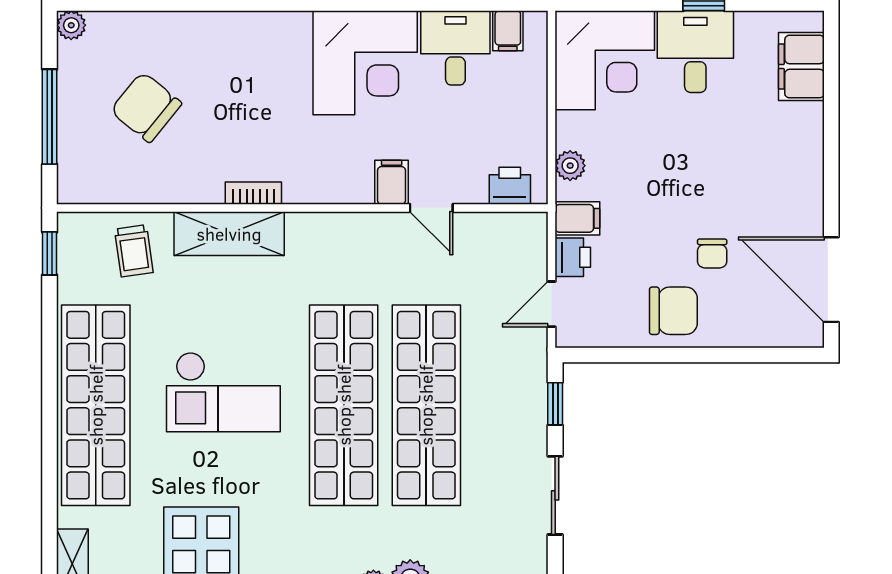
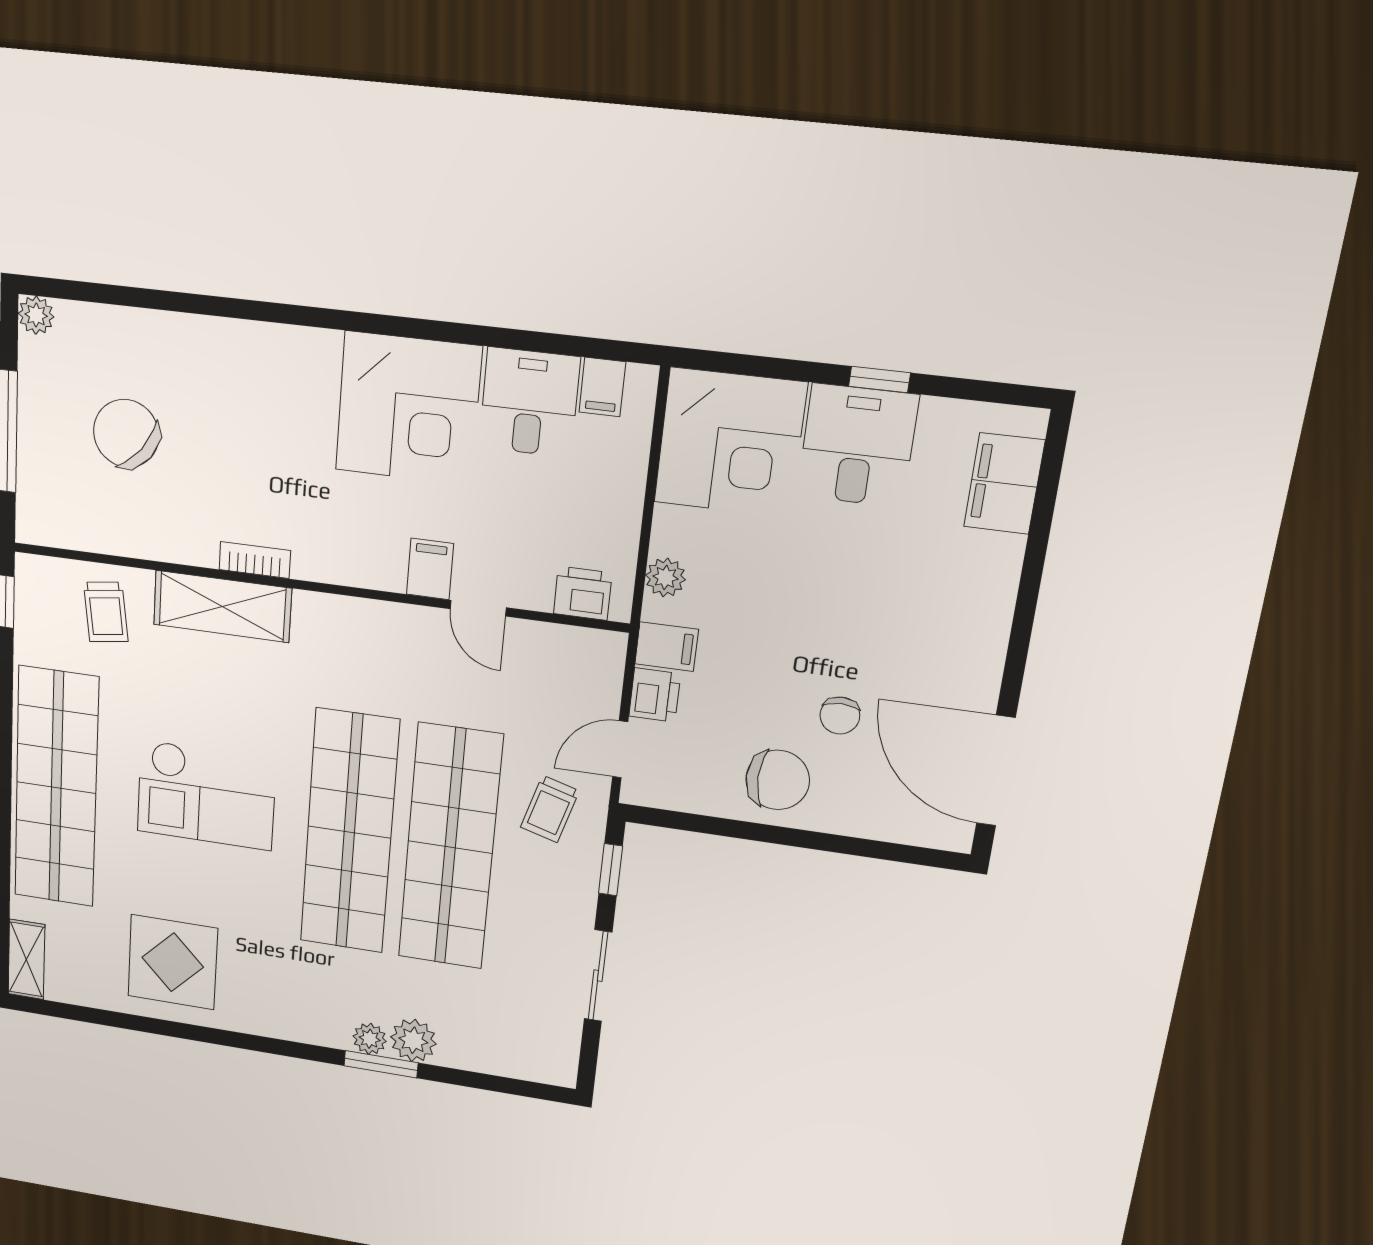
trolley: (502, 361) -> (550, 809), added

